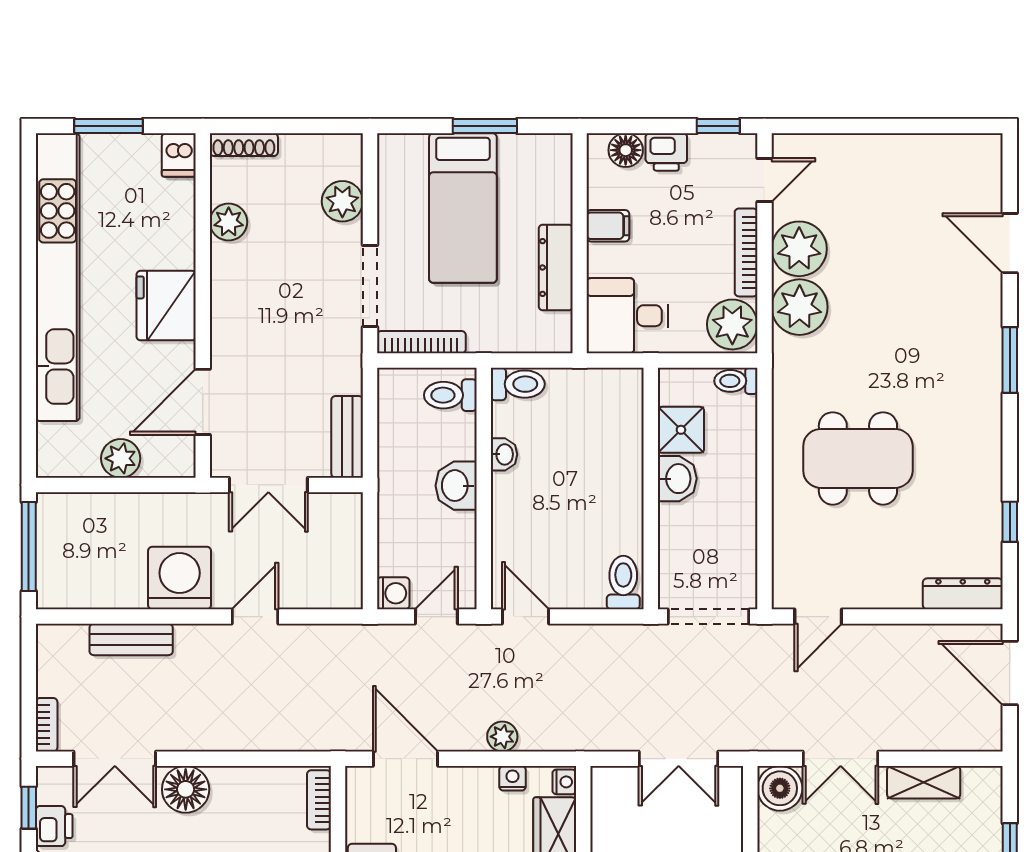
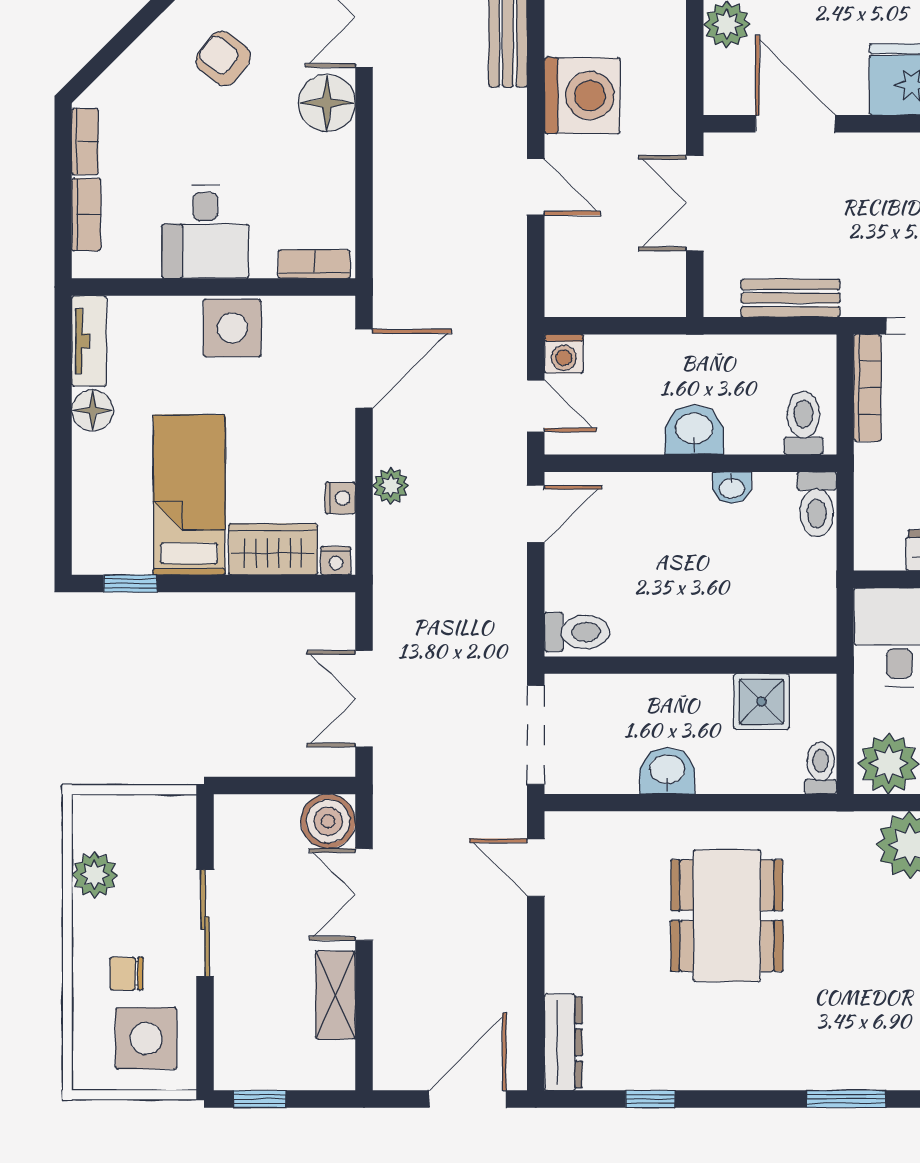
bench: (347, 437) -> (791, 298), moved
washbasin: (677, 479) -> (667, 771), moved, turned 180

